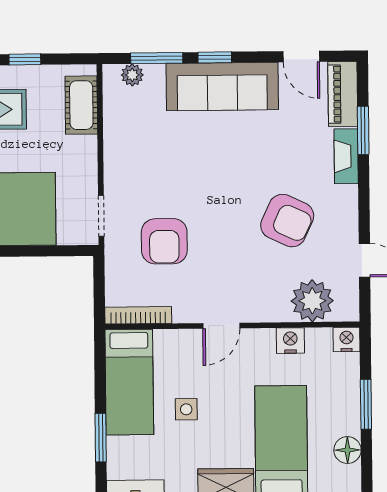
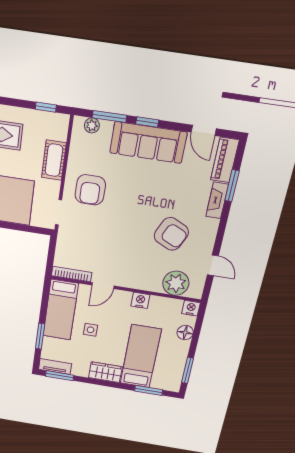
window: (25, 59) -> (46, 107), moved
cot: (81, 105) -> (54, 160), moved
armchair: (164, 241) -> (90, 190), moved
door: (221, 326) -> (103, 286), moved
nightstand: (290, 341) -> (140, 300), moved
window: (366, 404) -> (187, 370), moved
floor lamp: (347, 450) -> (185, 333), moved

